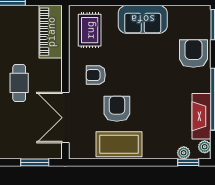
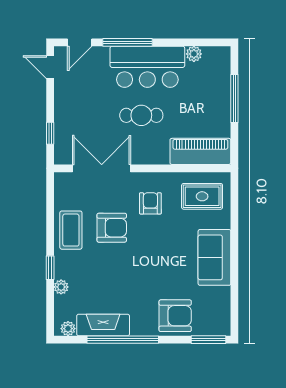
coffee table: (119, 144) -> (71, 230), width x0.73, depth x0.76
plant: (184, 153) -> (61, 287), moved
window: (35, 162) -> (50, 133), width x0.67
window: (188, 162) -> (50, 268), moved

